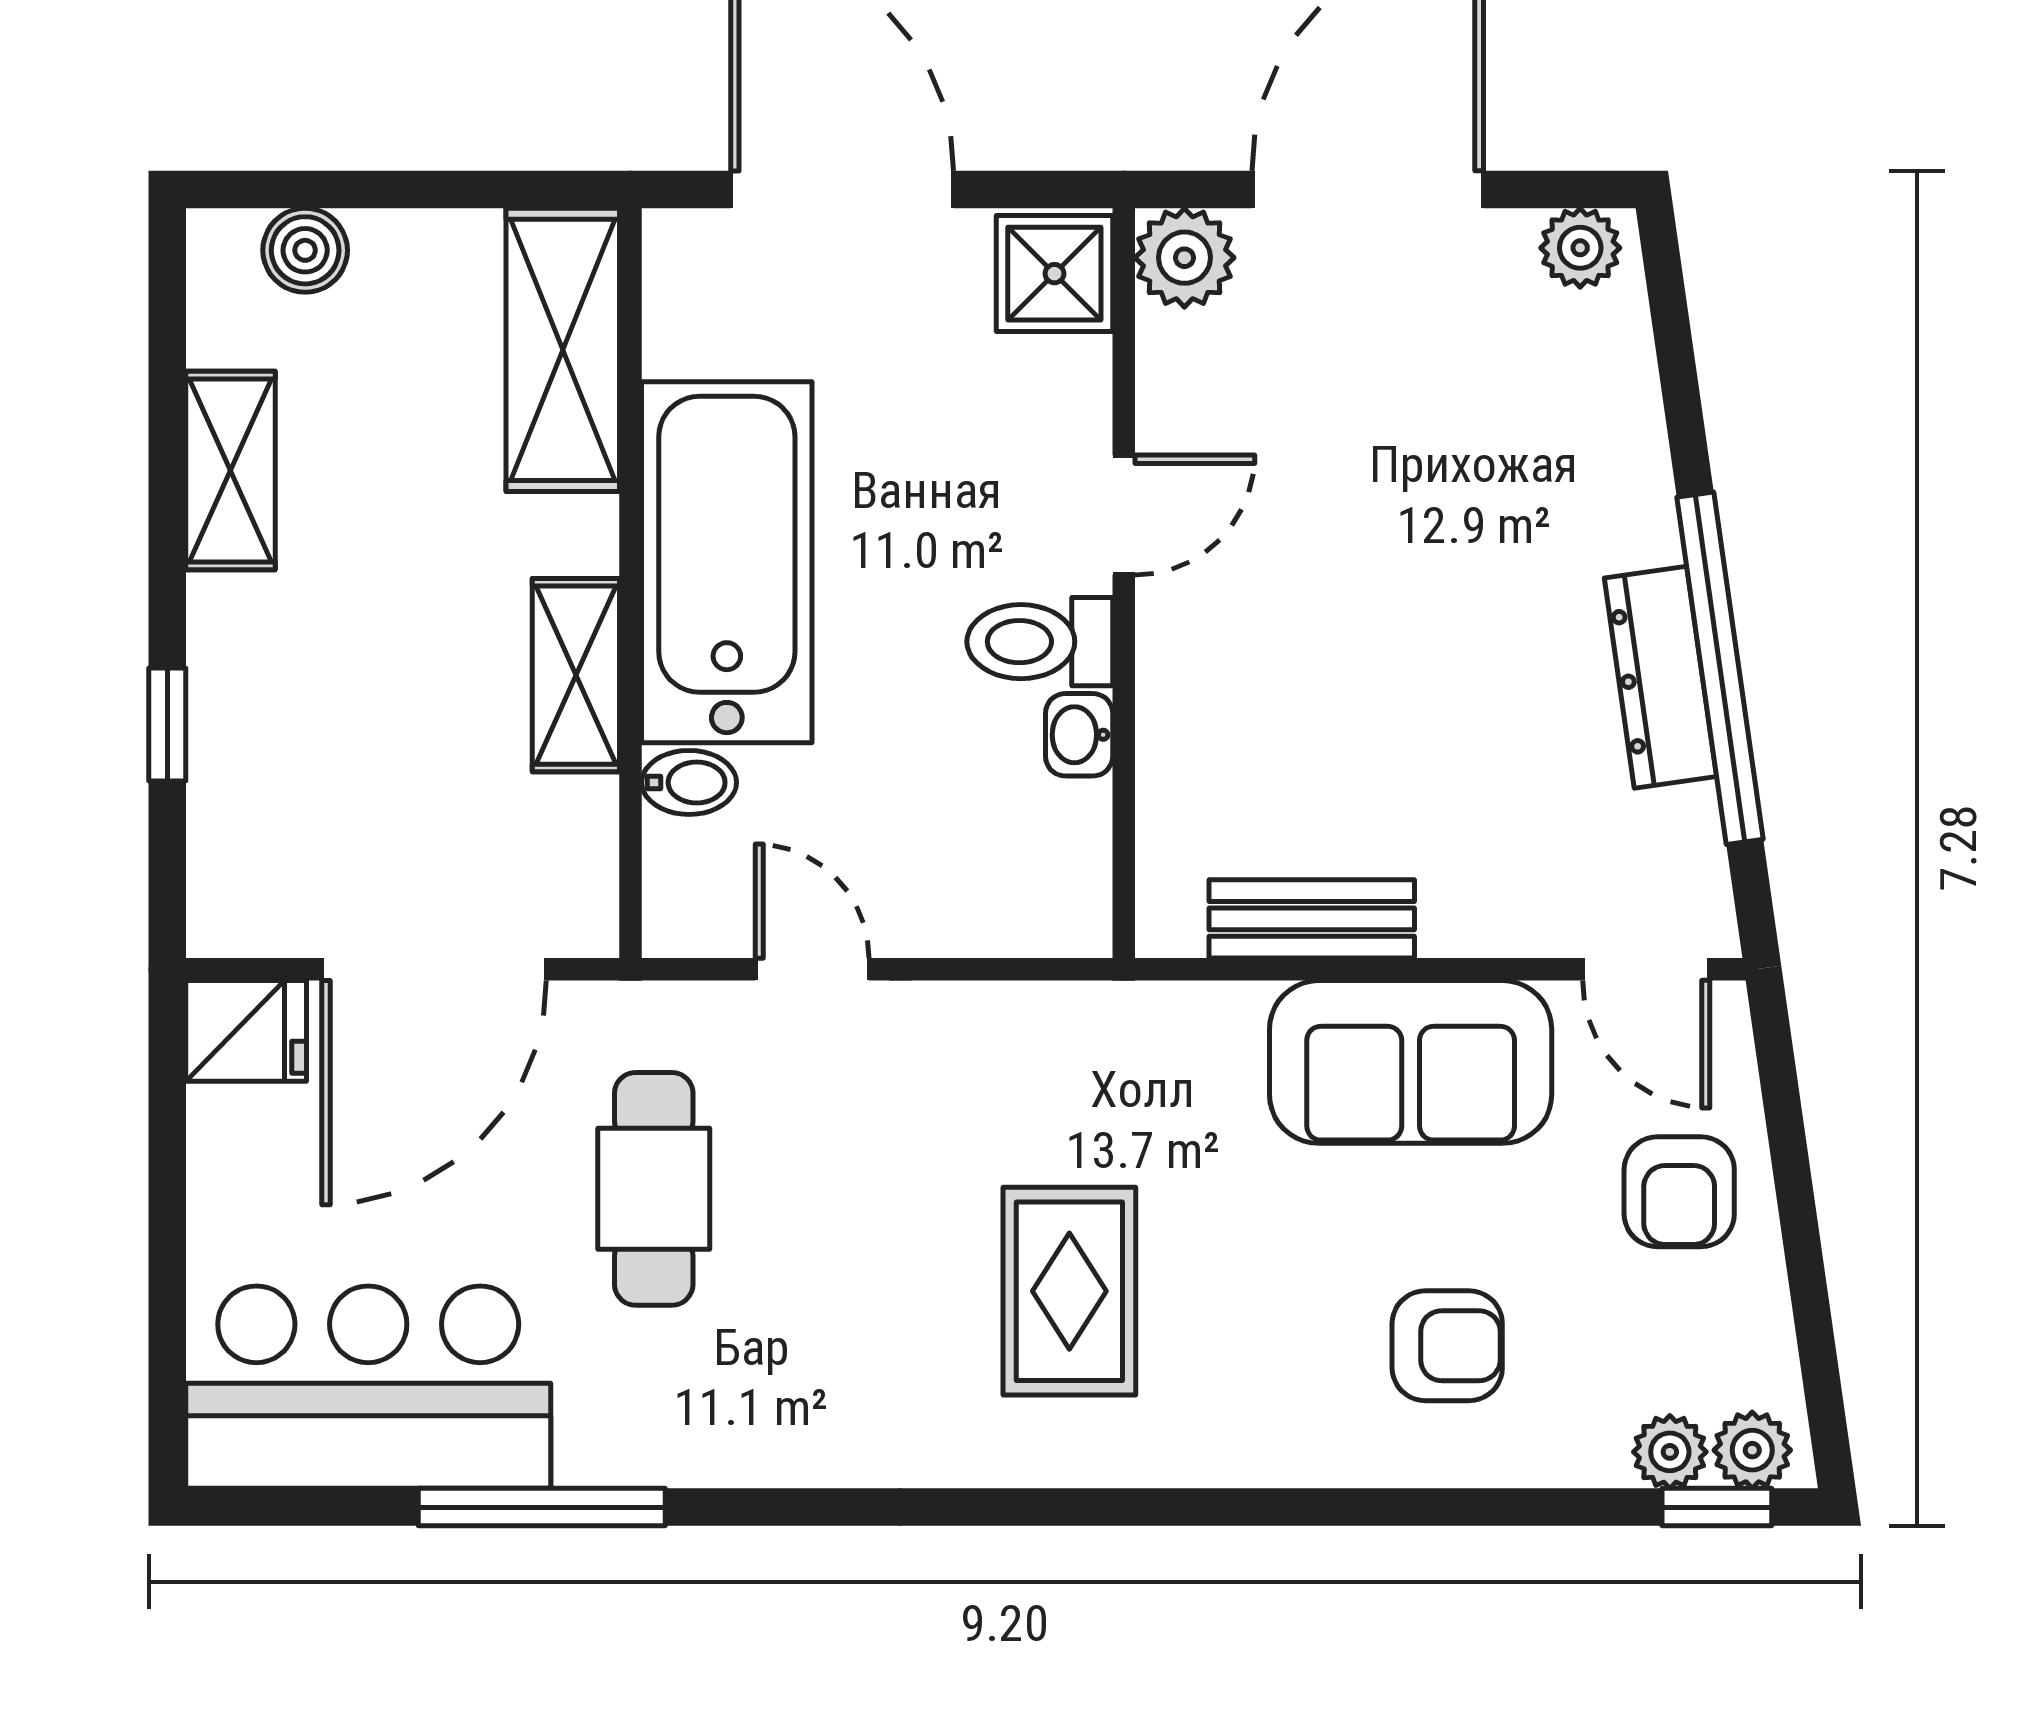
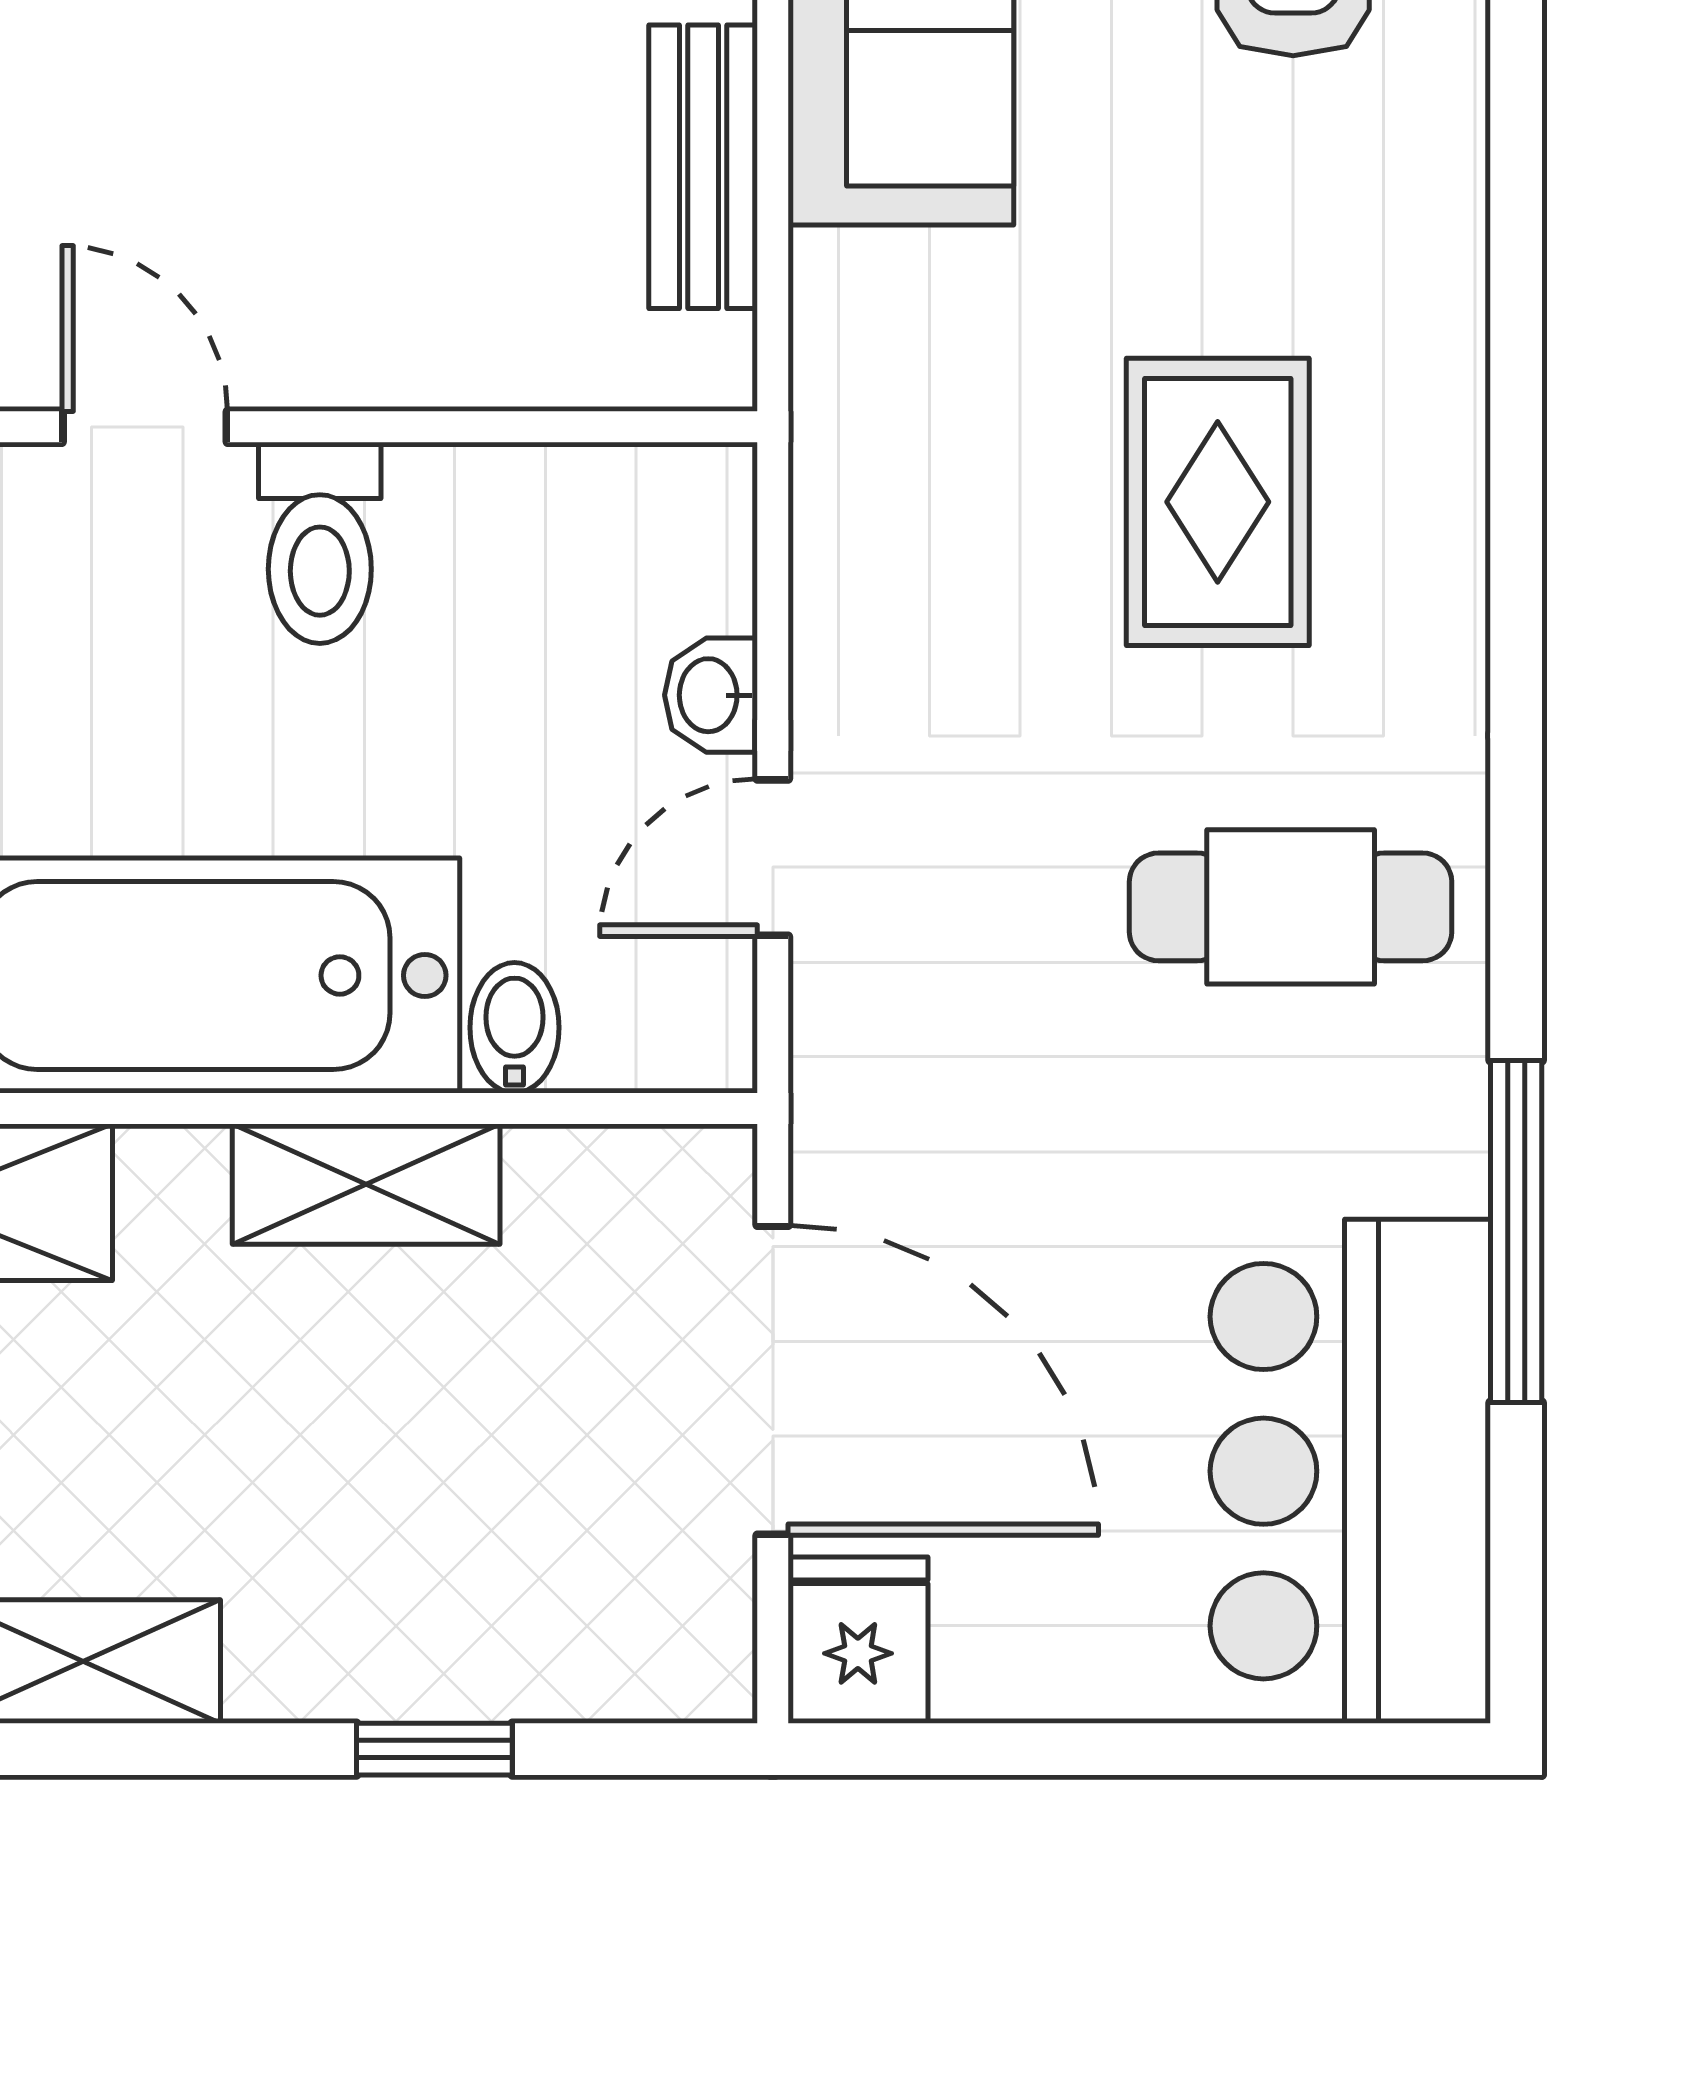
washbasin: (1079, 735) -> (711, 695), moved, turned 90
cafe table: (654, 1189) -> (1291, 907), moved
rug: (1069, 1291) -> (1218, 502), turned 90

